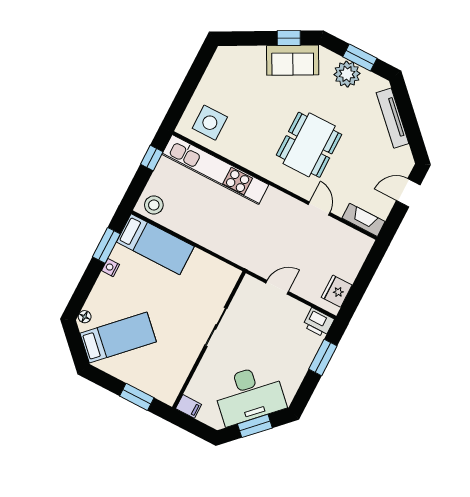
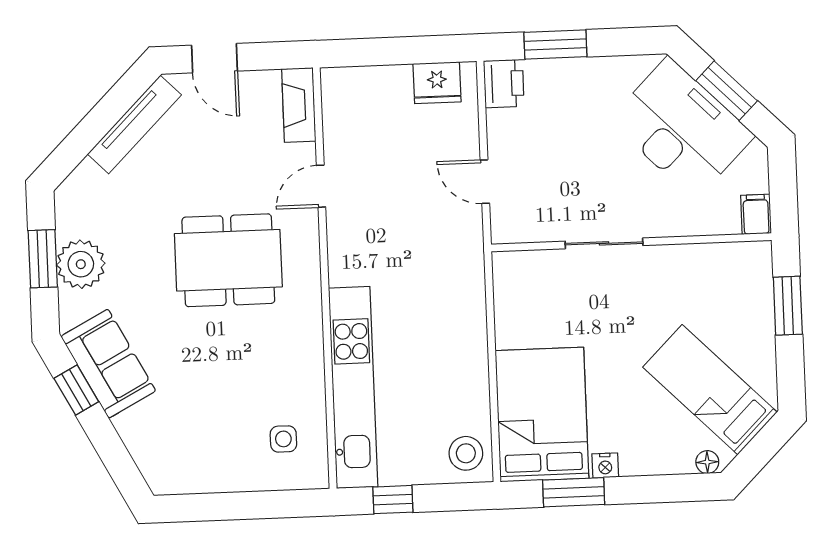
tv unit: (393, 118) -> (134, 125), moved
side table: (210, 123) -> (283, 439), width x0.54, depth x0.54
bed: (155, 244) -> (542, 415), width x1.50

